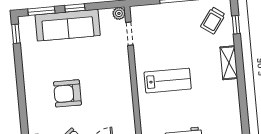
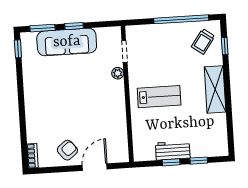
plant: (119, 13) -> (118, 73), moved
shelving: (229, 63) -> (215, 89), width x1.50, depth x1.33
armchair: (67, 93) -> (65, 106), removed

